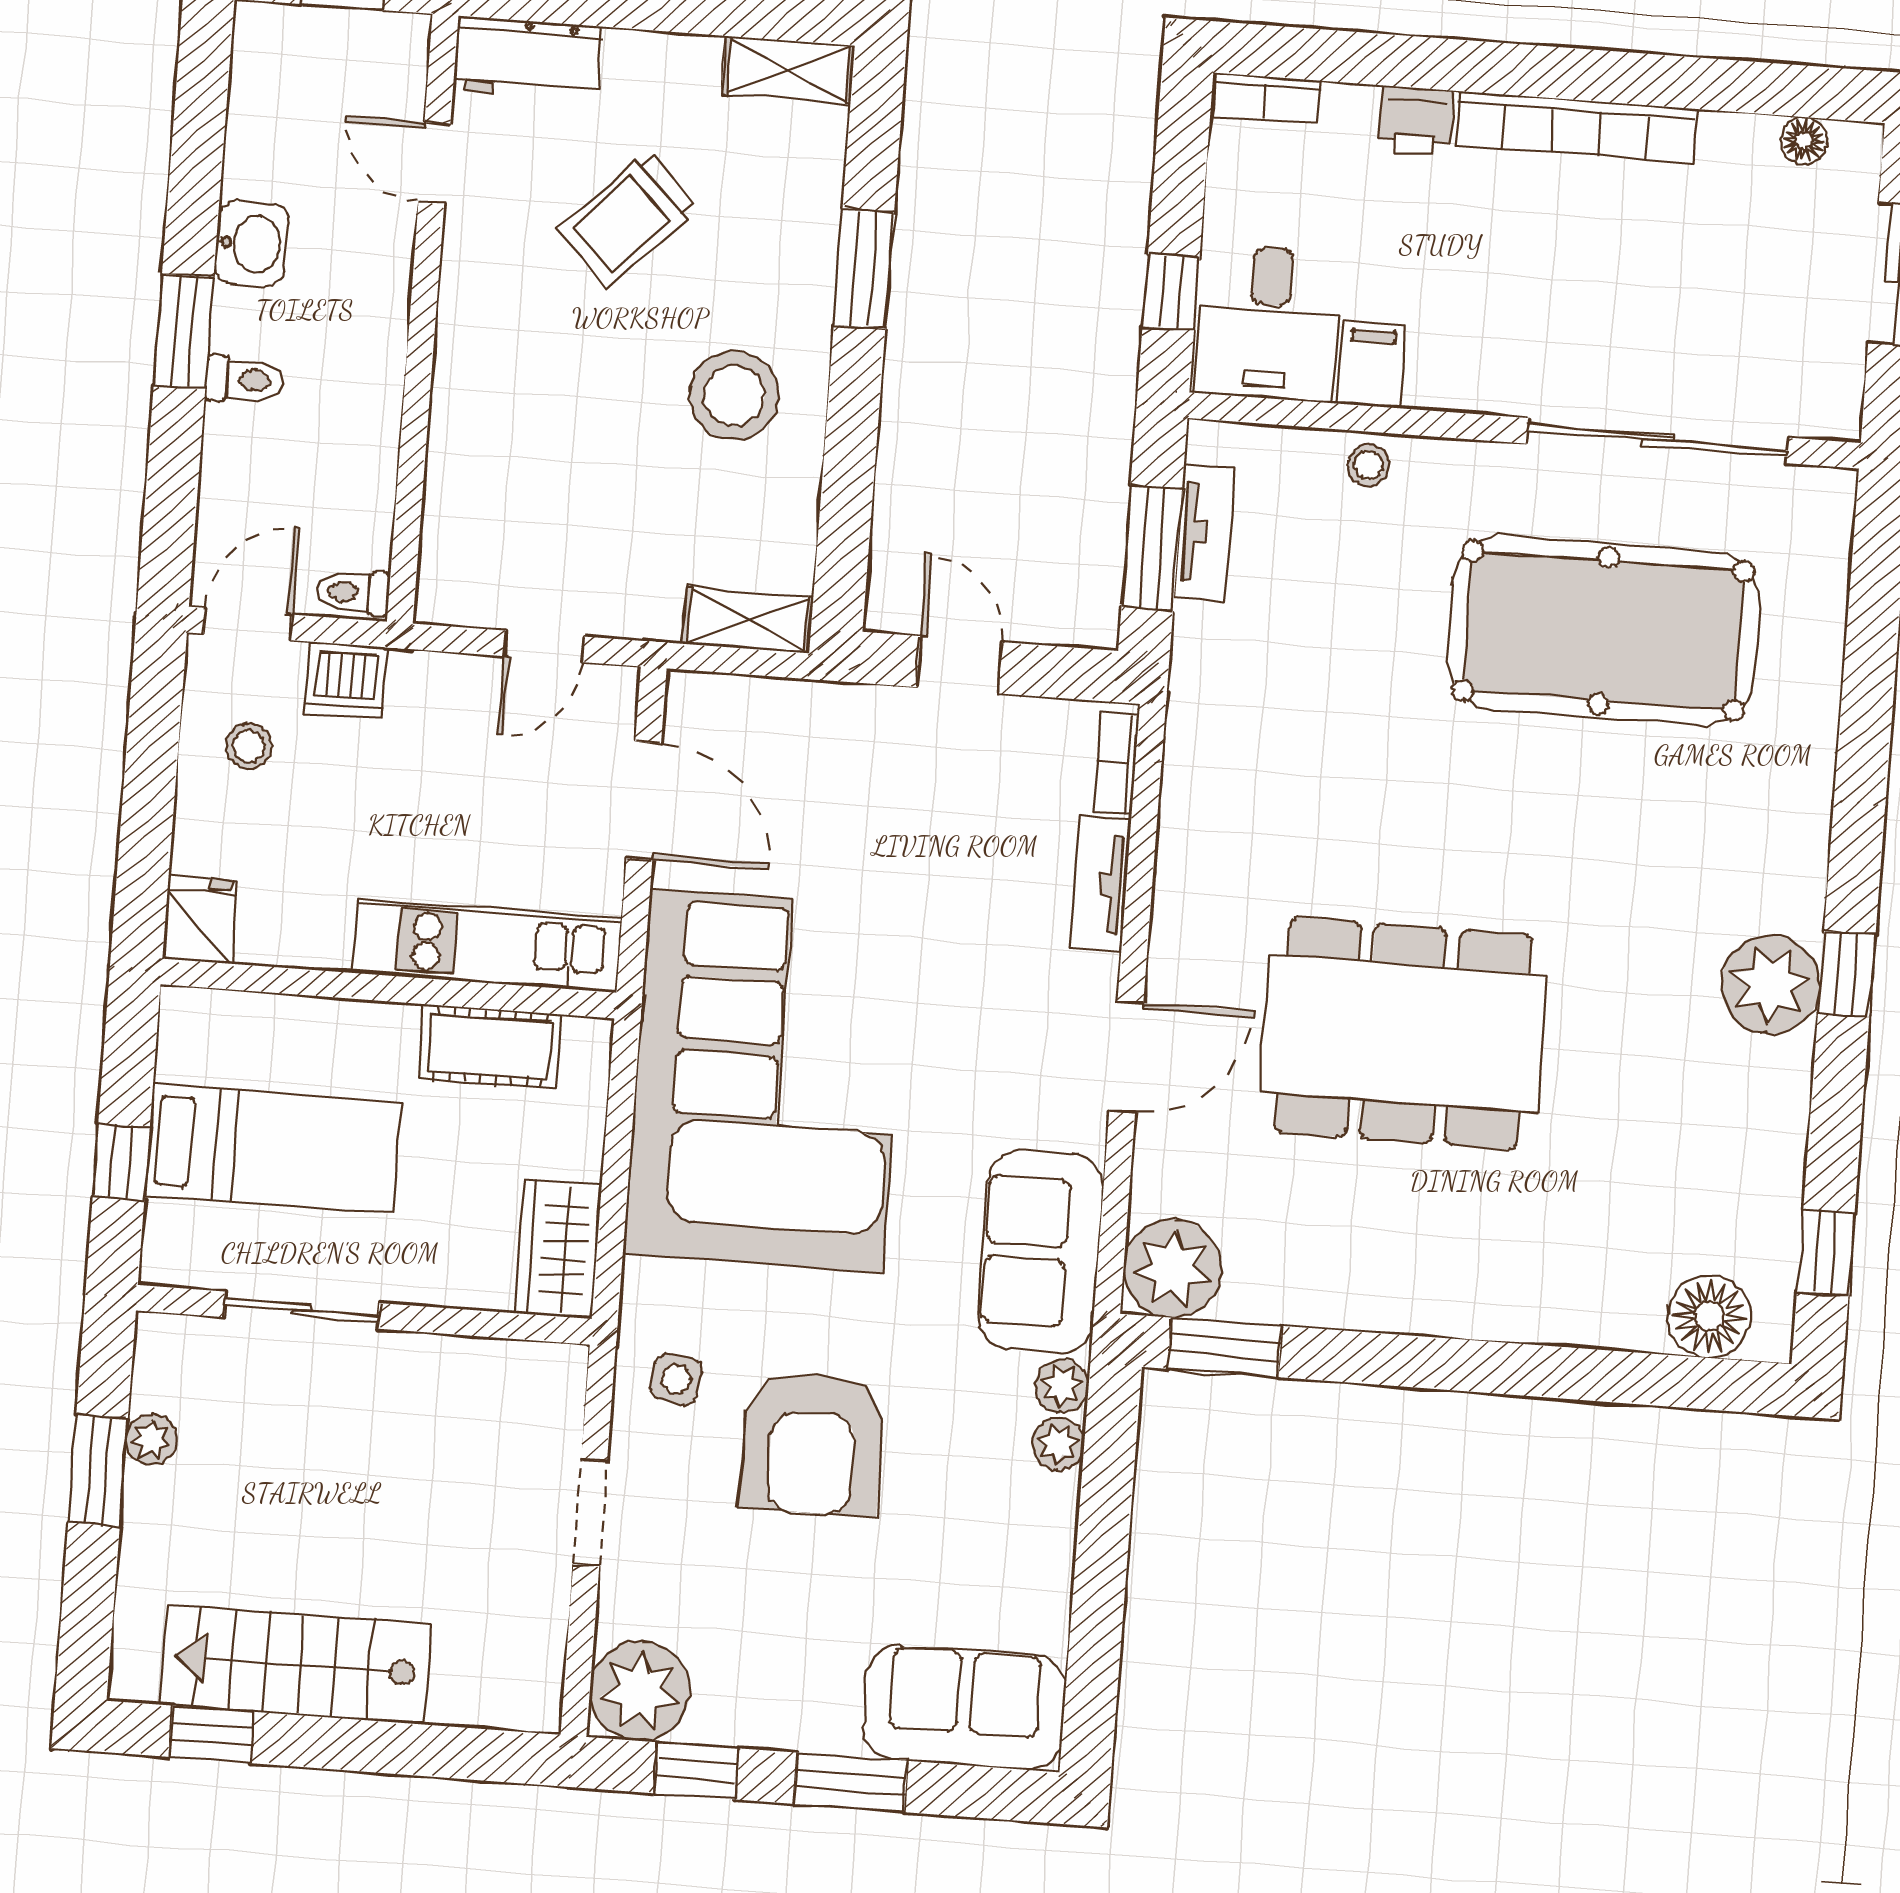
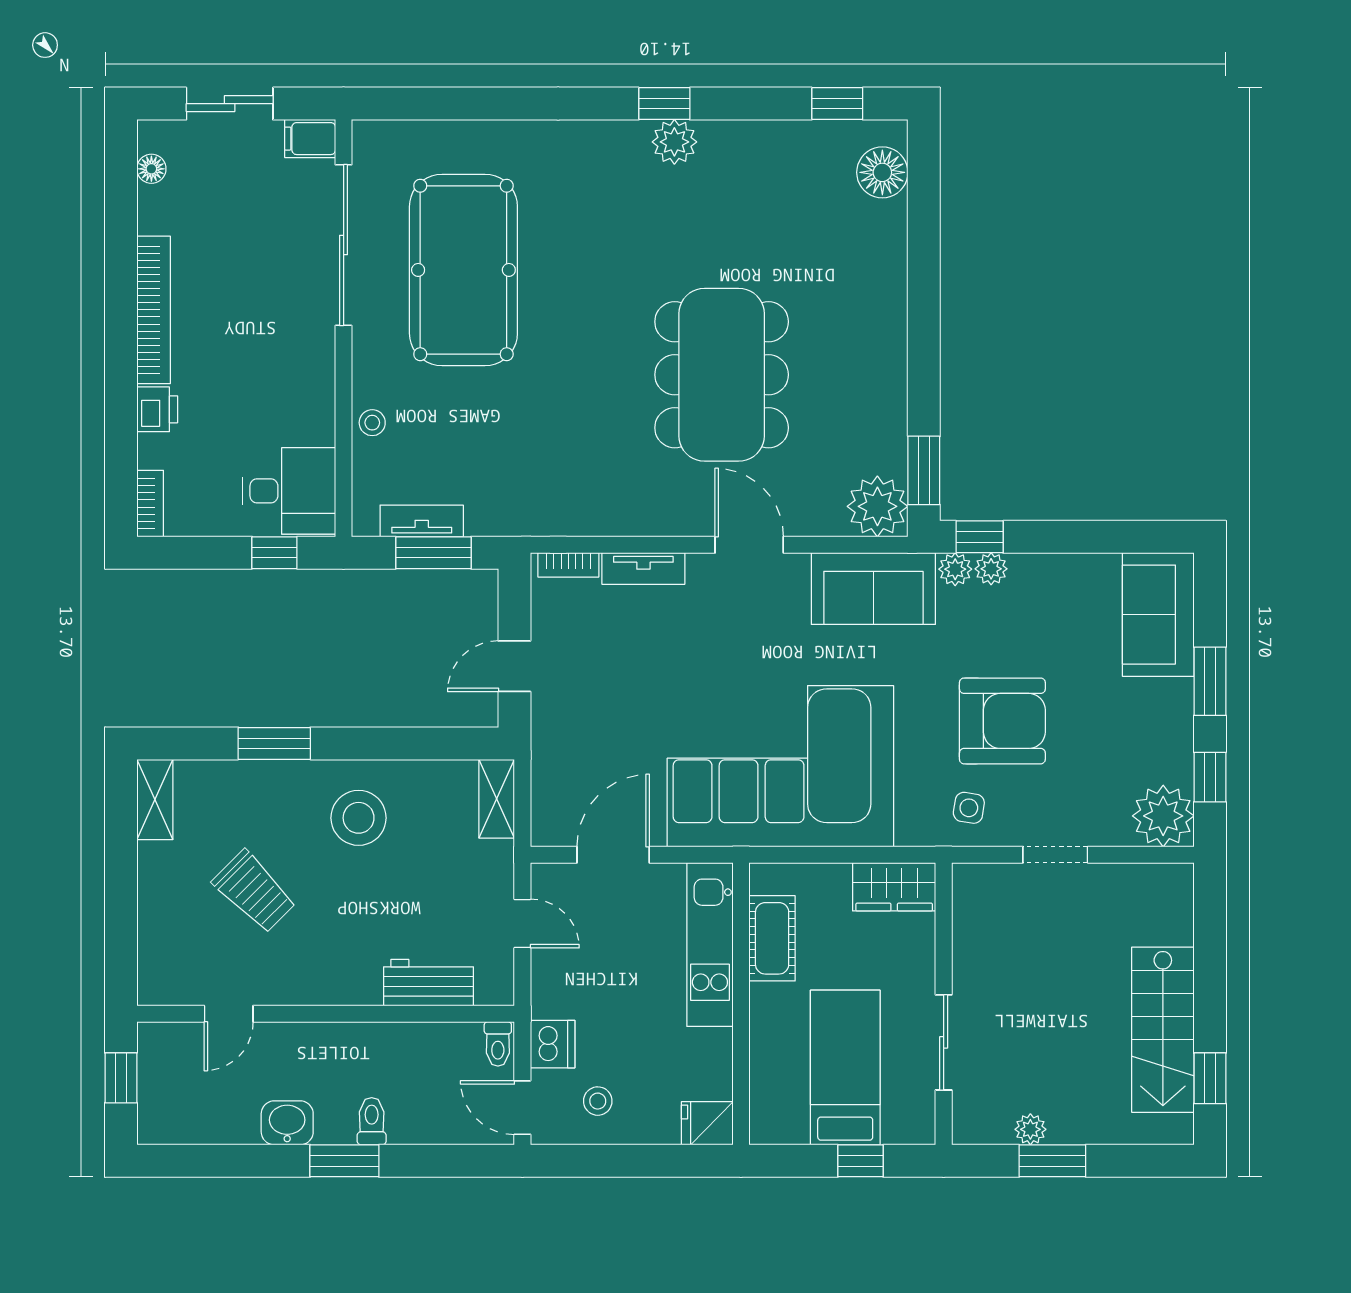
workbench: (528, 59) -> (429, 983), moved, turned -90
filing cabinet: (1371, 365) -> (310, 139), moved
plant: (1771, 985) -> (674, 142), width x0.73, depth x0.73
window: (1111, 1429) -> (980, 537), added

